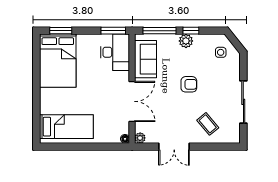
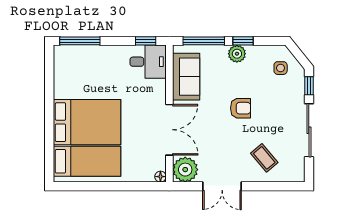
window: (61, 31) -> (80, 41), width x1.44
window: (113, 31) -> (146, 41), width x0.67
desk: (115, 52) -> (148, 62), width x0.73
bed: (58, 61) -> (87, 122), moved, turned -90
window: (243, 66) -> (309, 86), added
plant: (140, 138) -> (185, 170), width x1.88, depth x1.88

